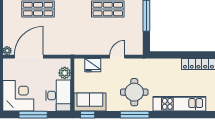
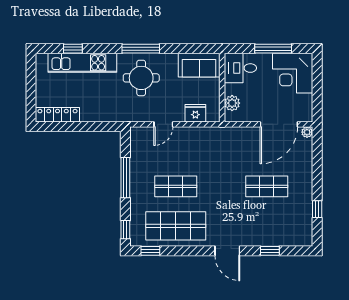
desk: (58, 96) -> (240, 68), width x0.73
window: (88, 115) -> (73, 49), moved

